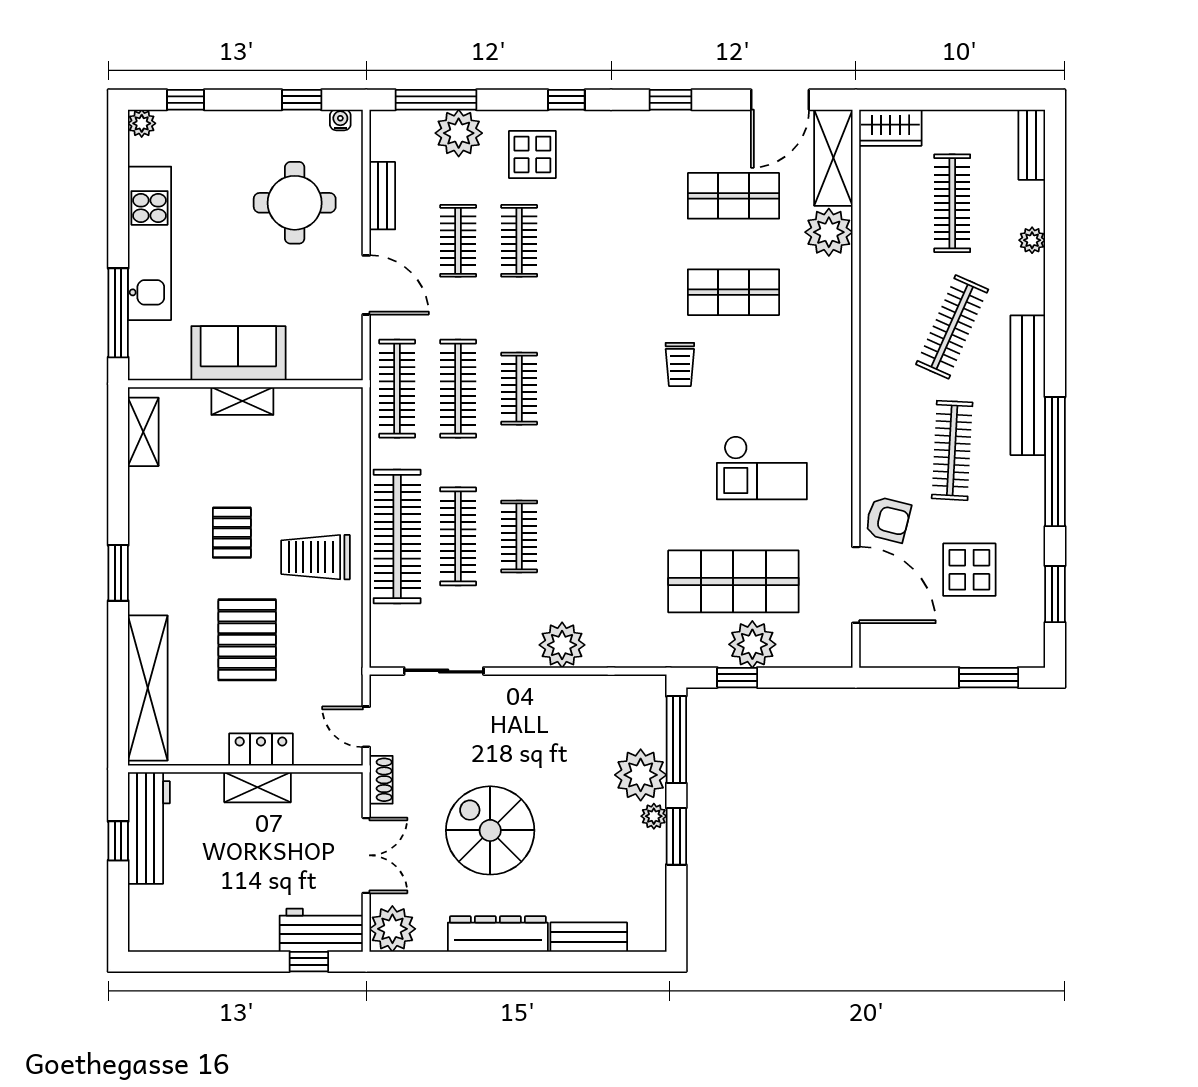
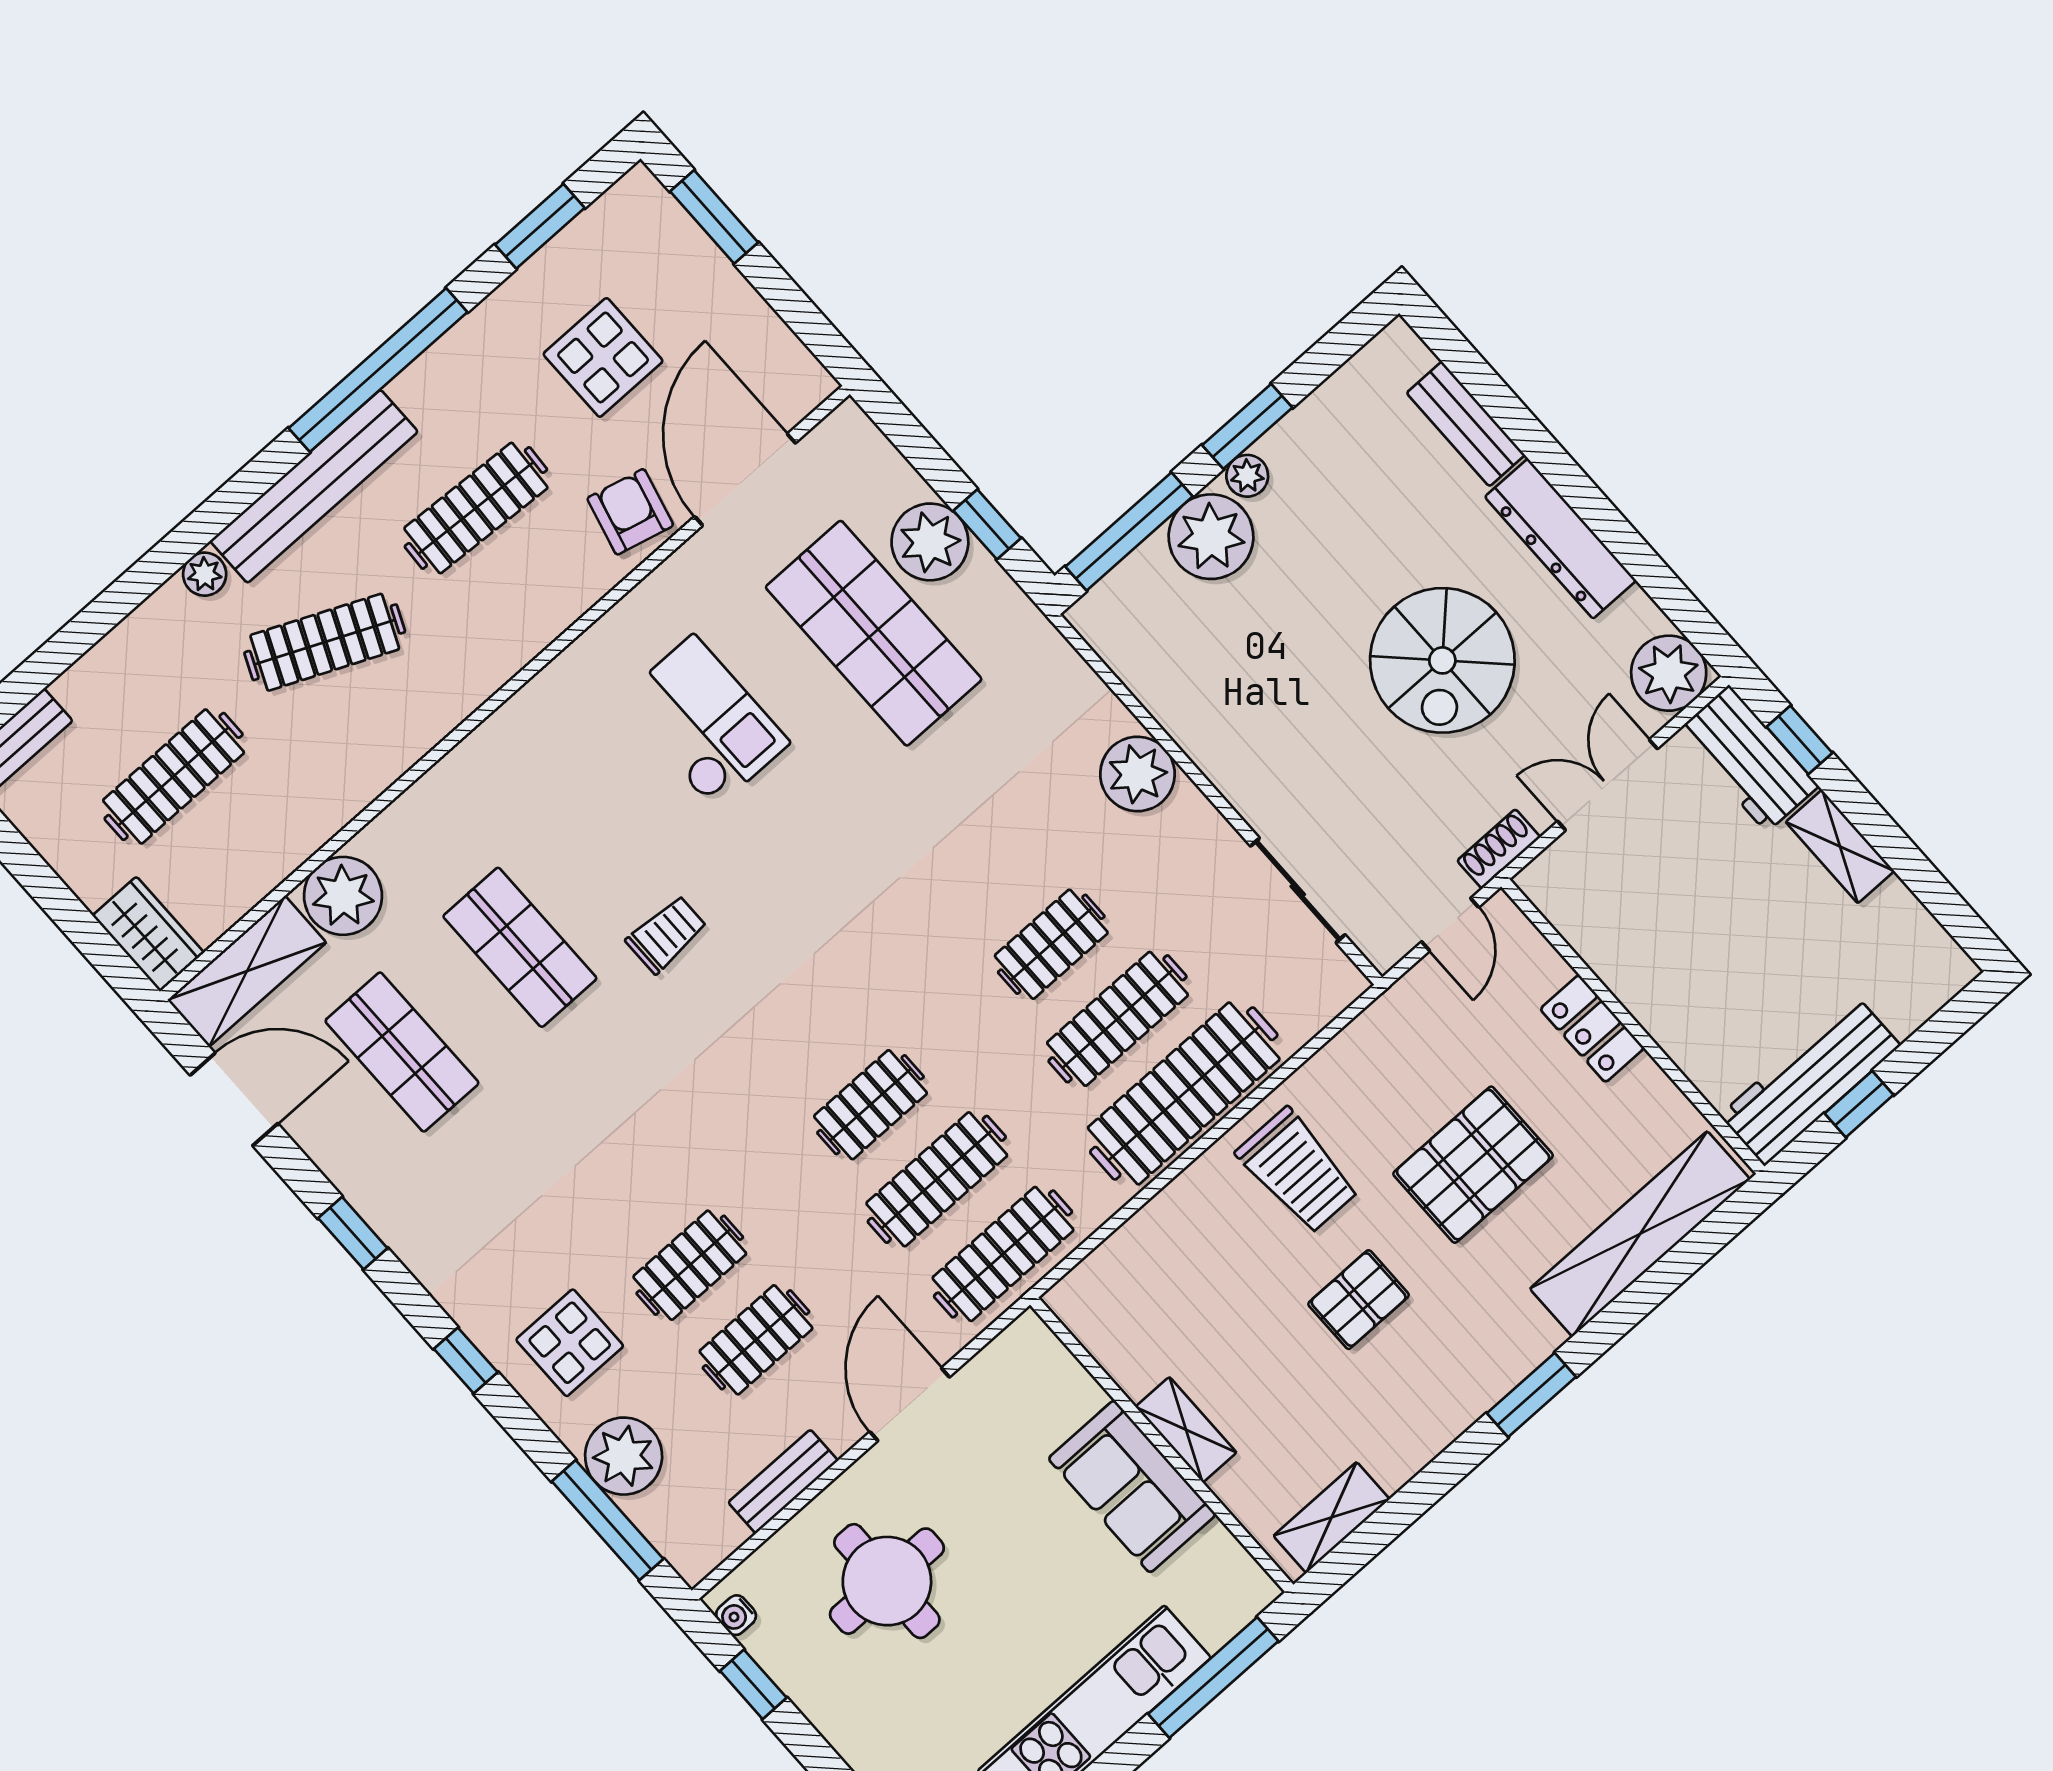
plant: (1032, 240) -> (205, 574), moved
shelving: (258, 787) -> (1840, 846), moved

